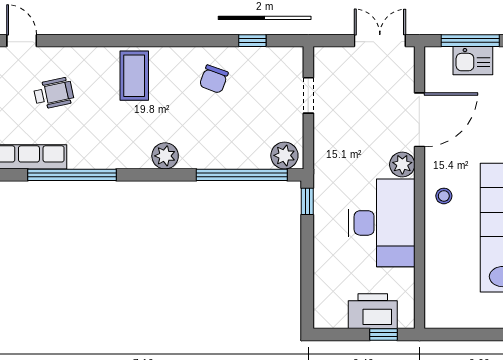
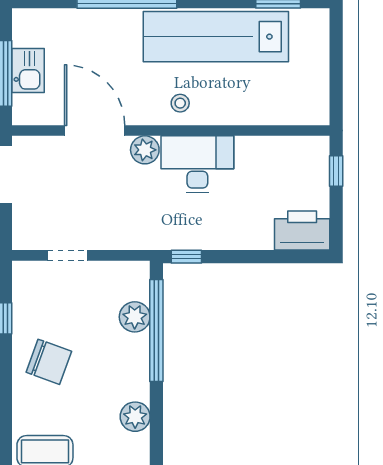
chair: (214, 79) -> (49, 362), width x1.37, depth x1.37
plant: (284, 155) -> (135, 317), moved
desk: (382, 223) -> (197, 164), width x0.73, depth x0.77
printer: (373, 311) -> (302, 230), moved, turned 90

